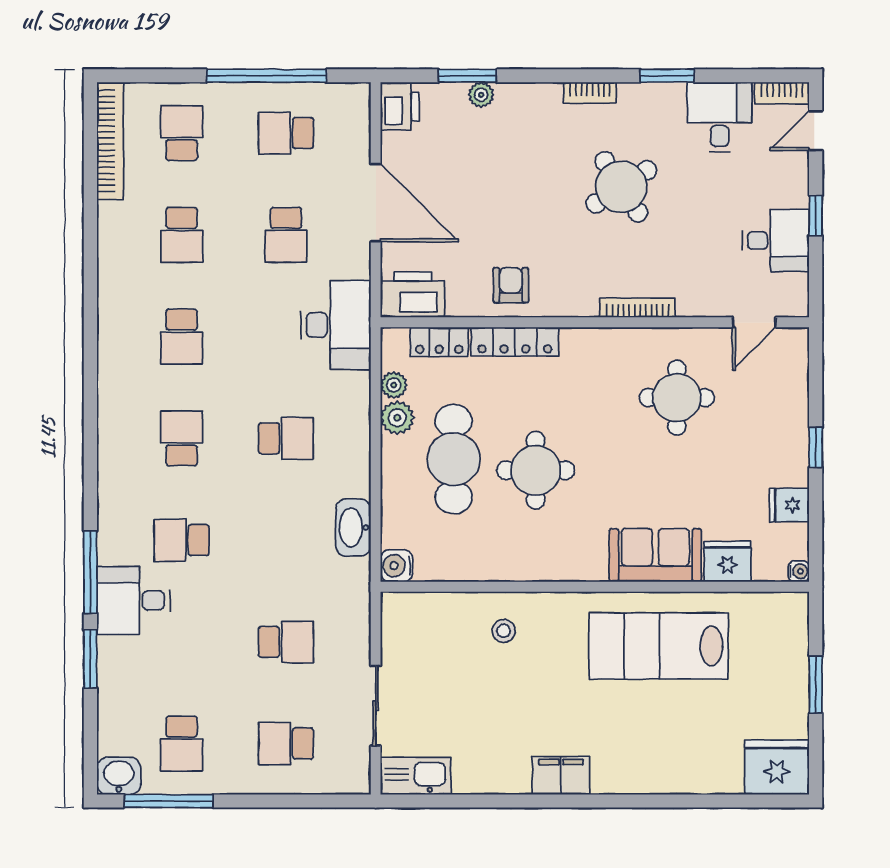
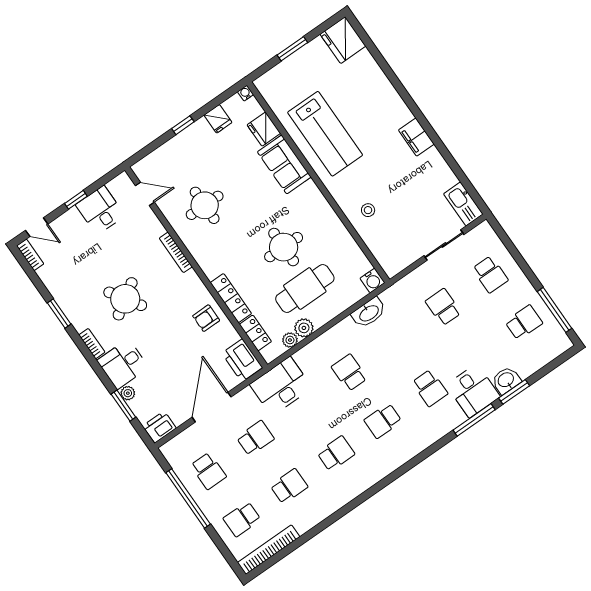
desk: (720, 117) -> (123, 364), moved
washbasin: (119, 776) -> (506, 380), moved, turned 90

